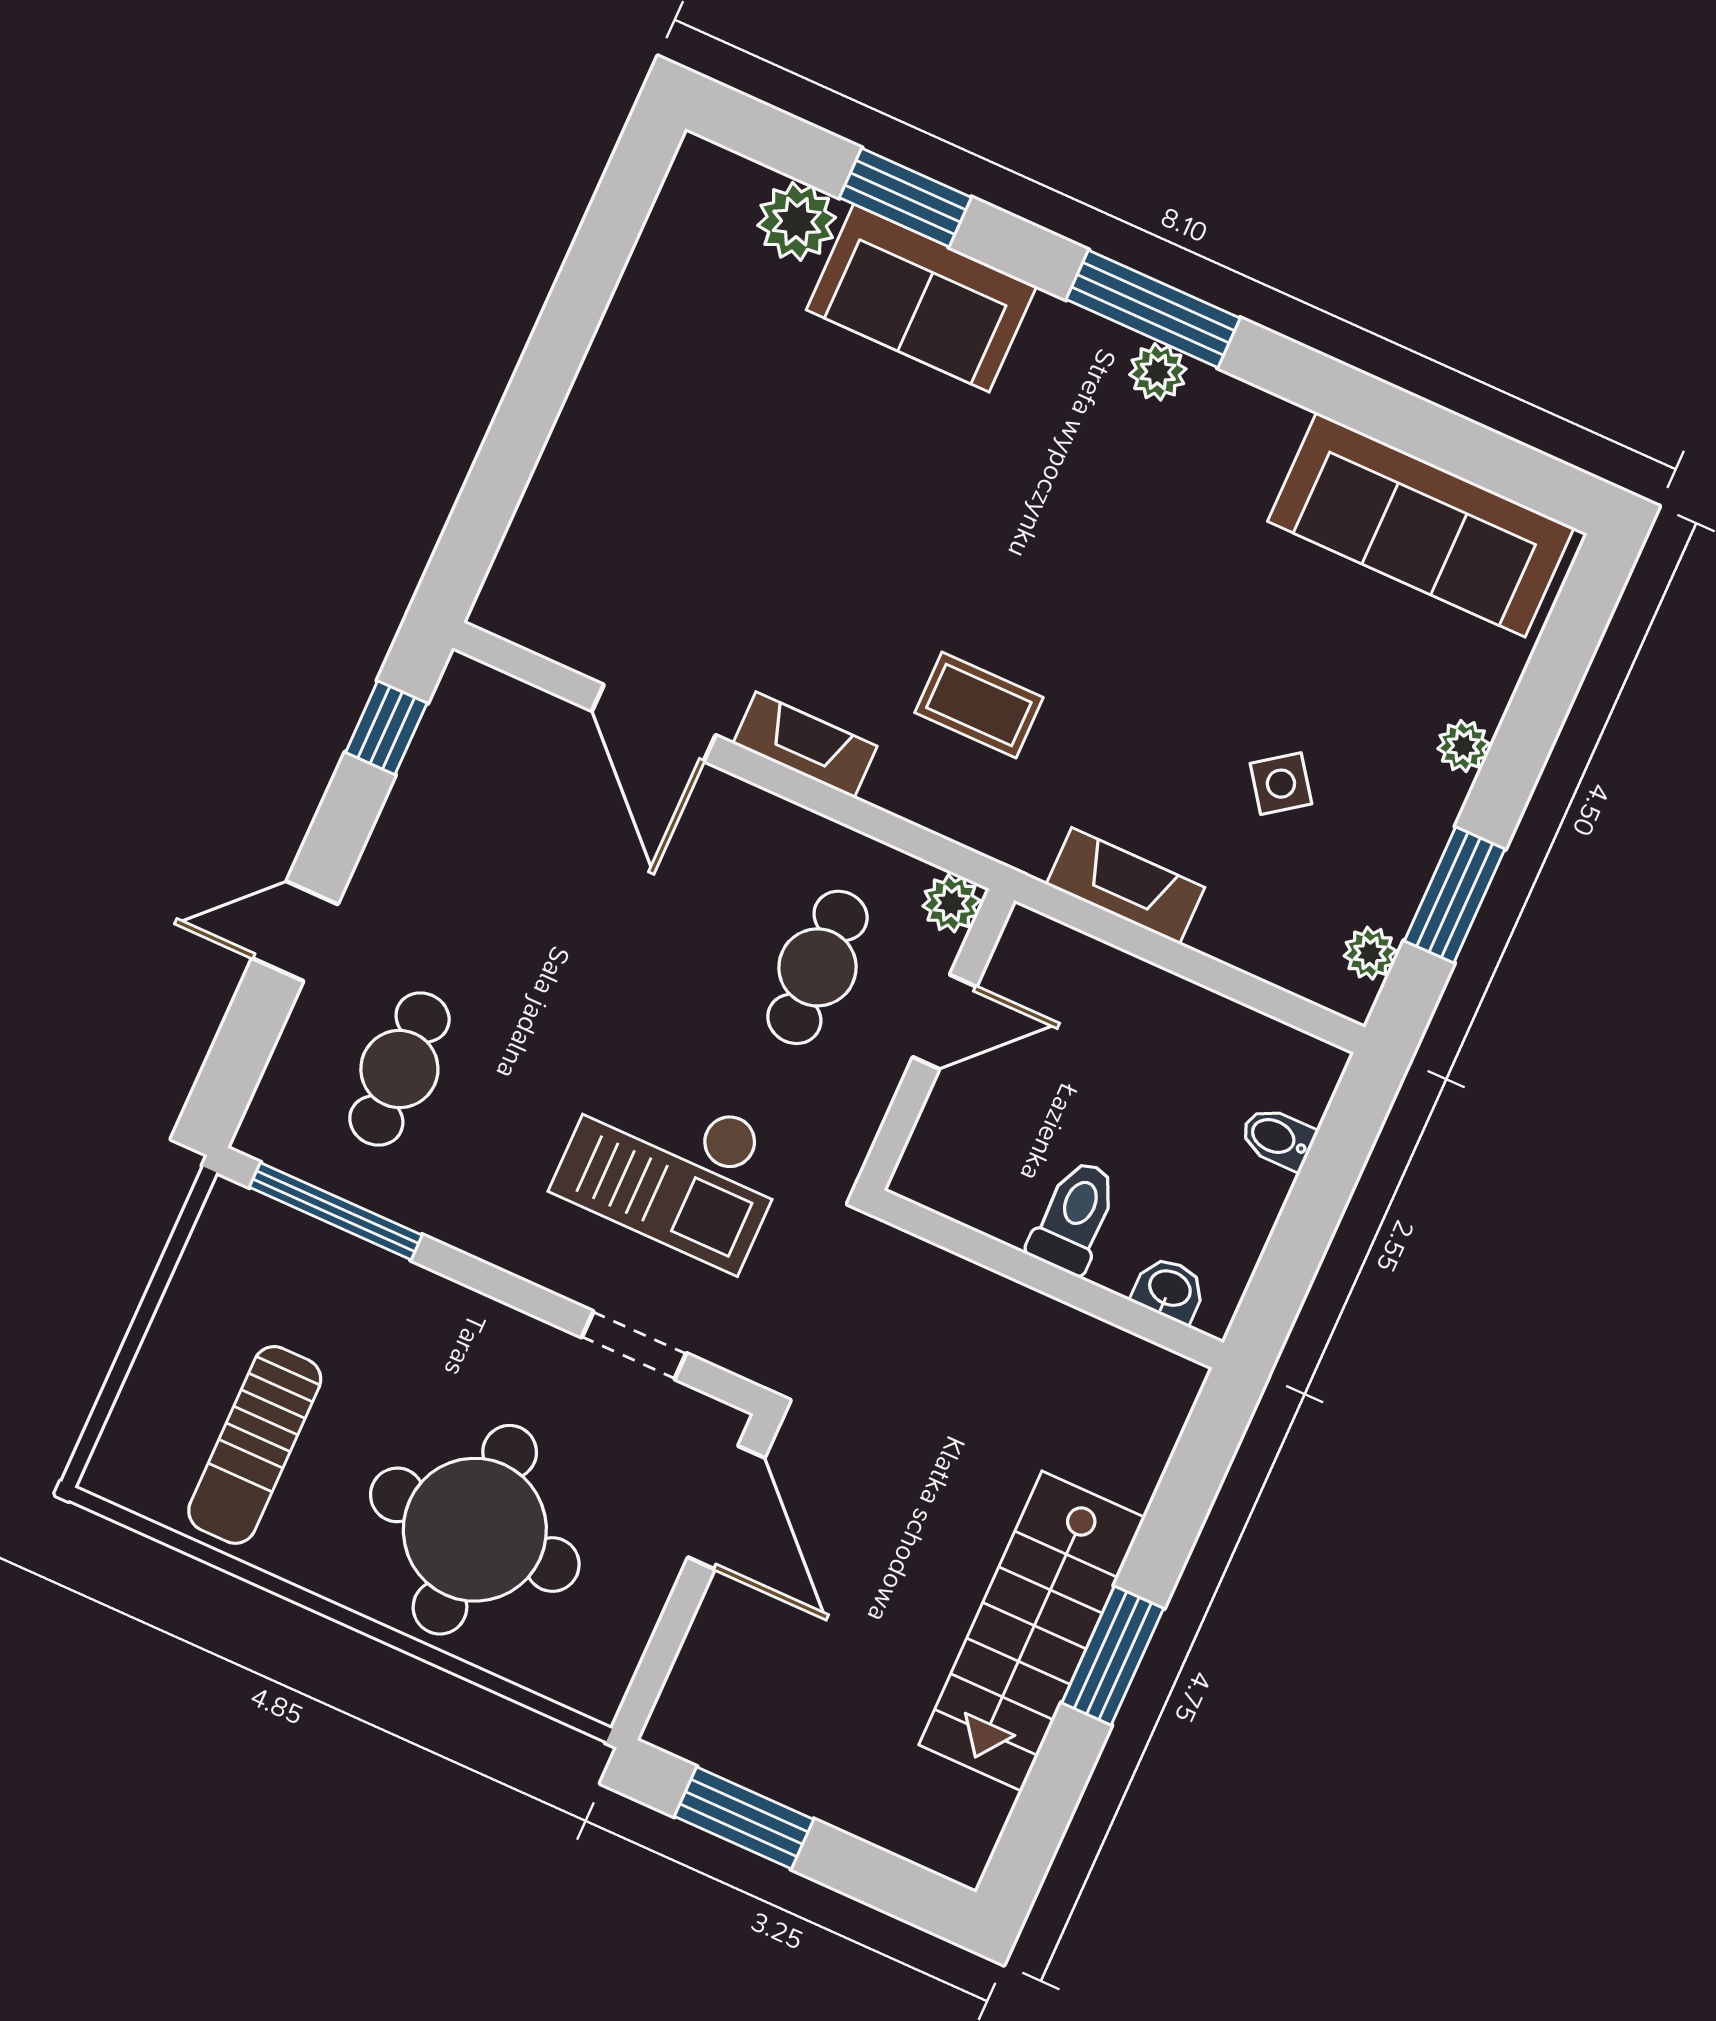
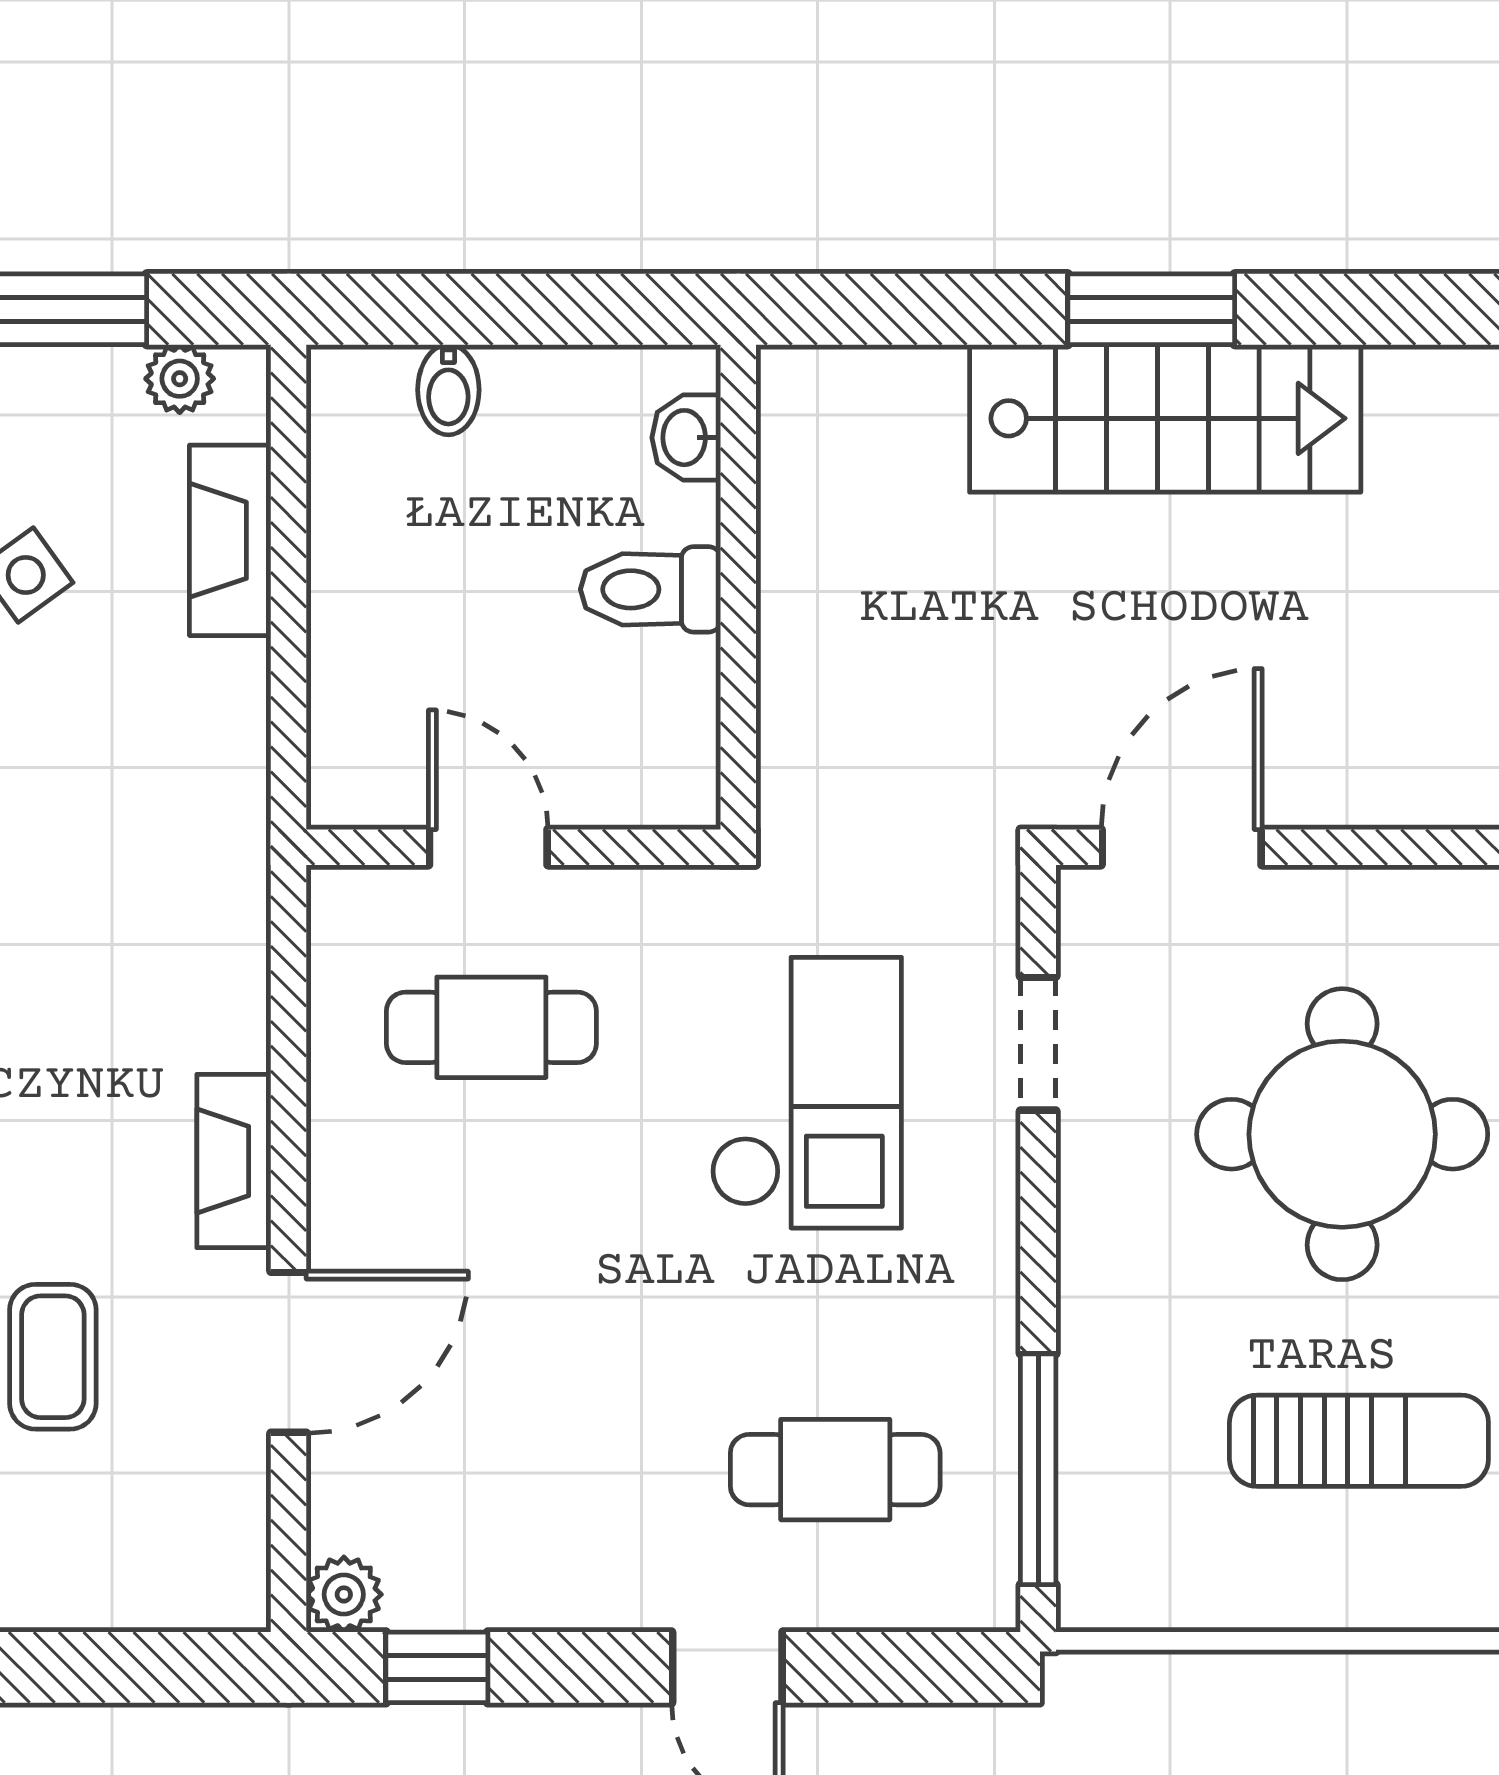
coffee table: (979, 705) -> (53, 1357), moved
fireplace: (1125, 886) -> (230, 540), moved
plant: (951, 903) -> (344, 1594), moved

